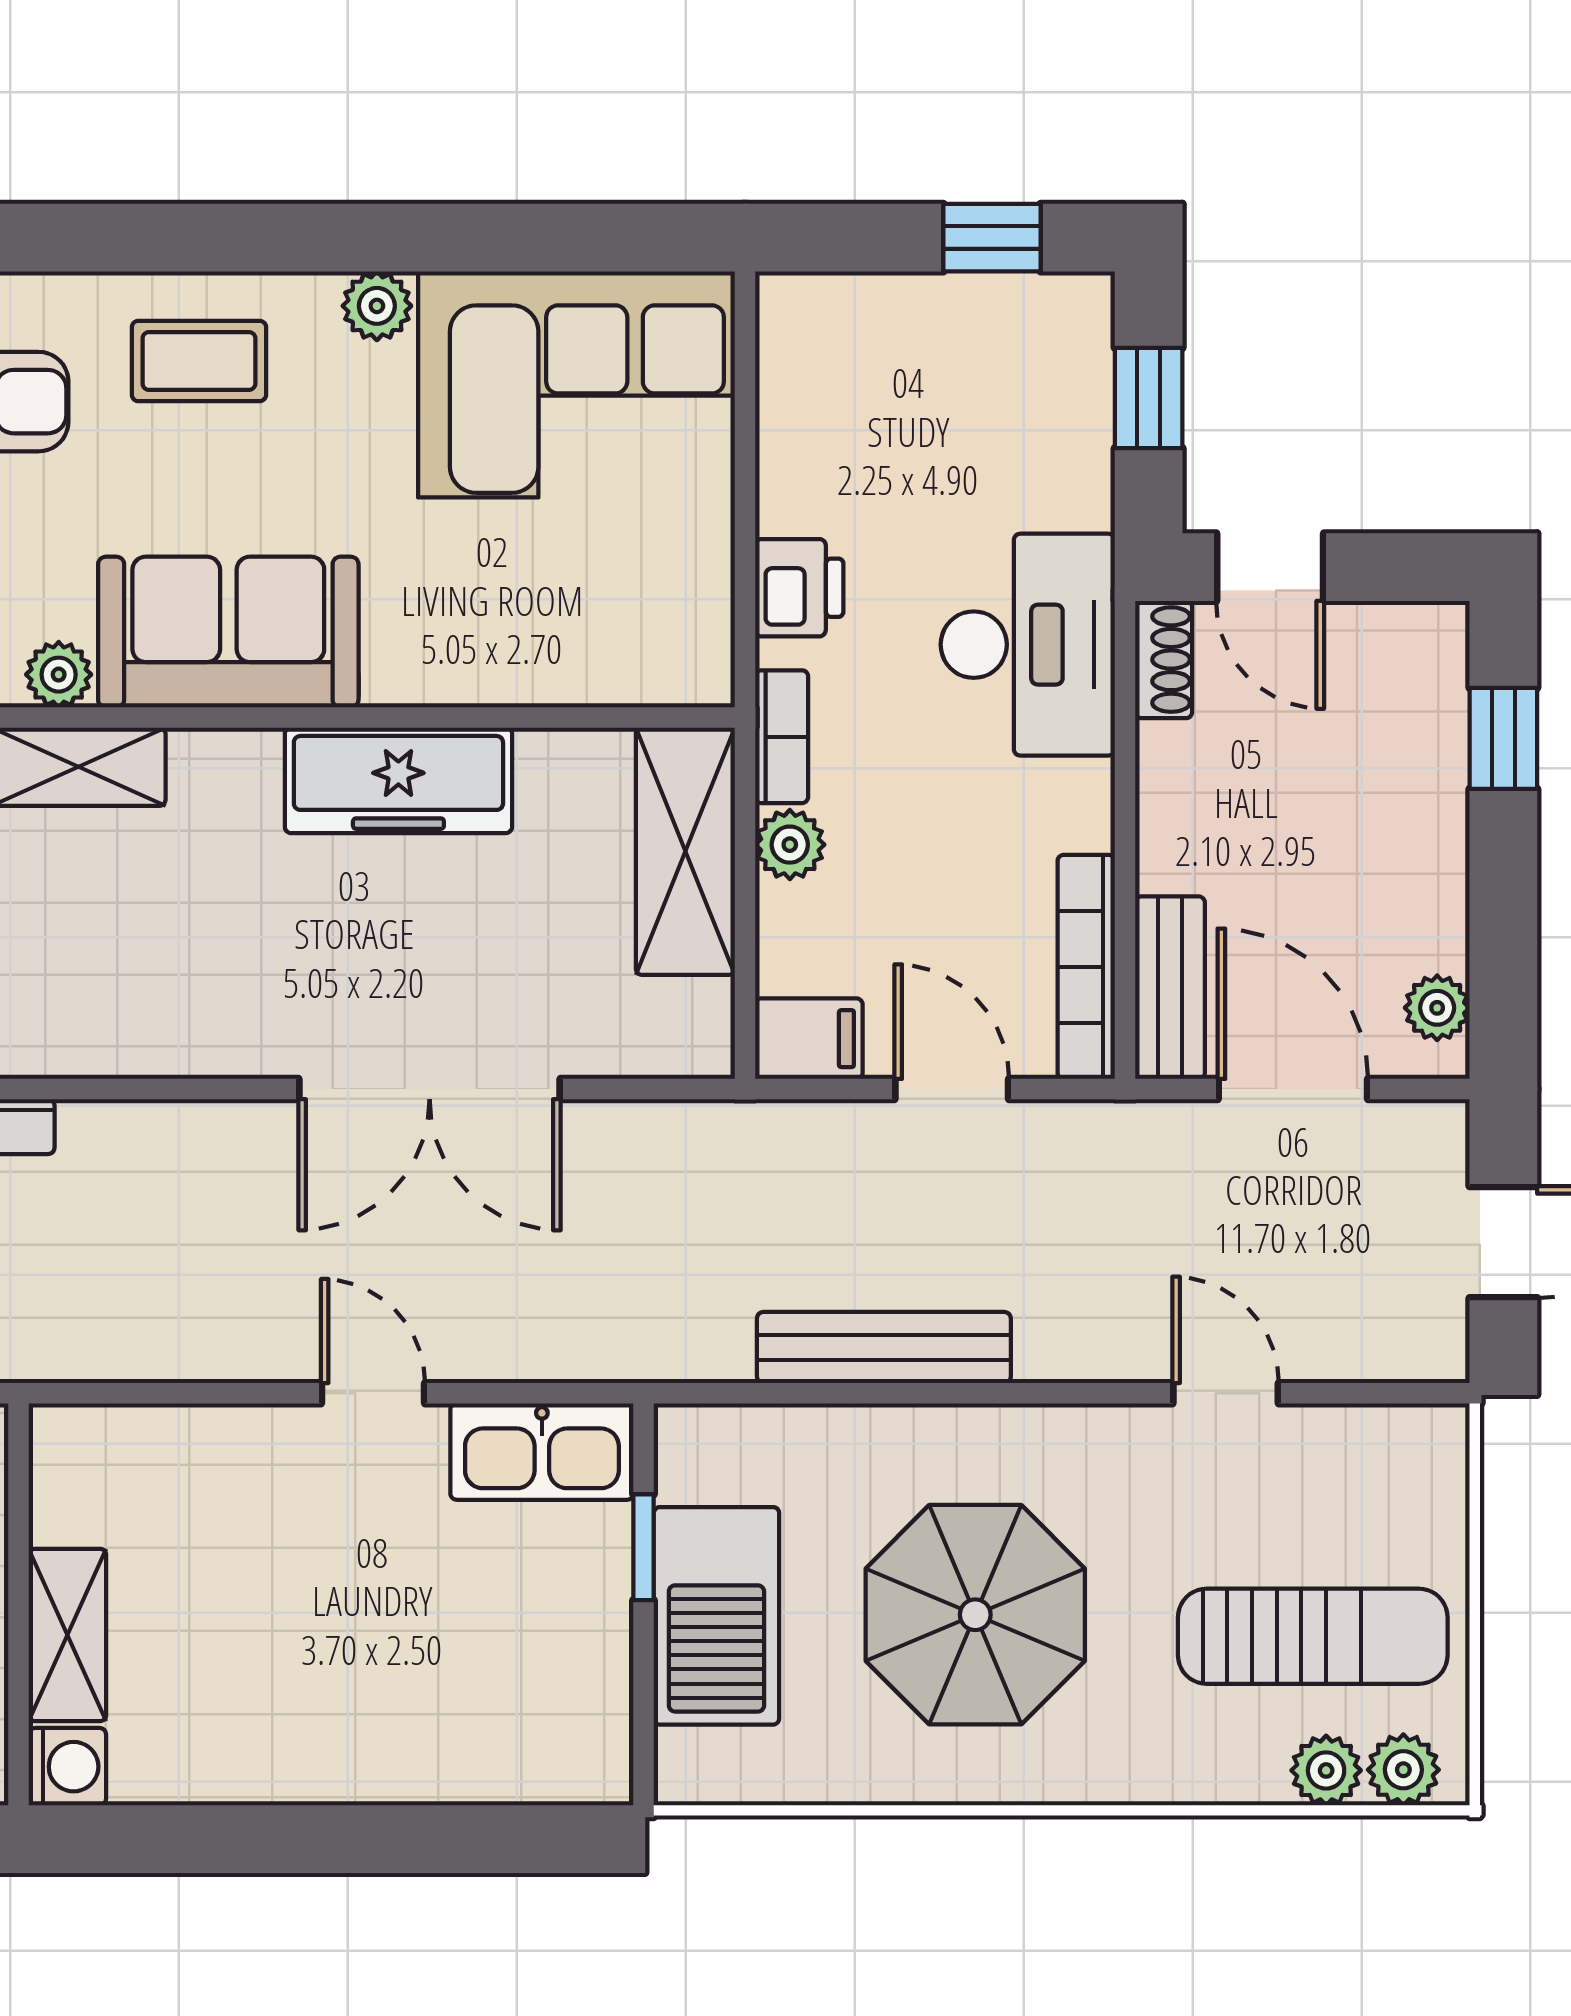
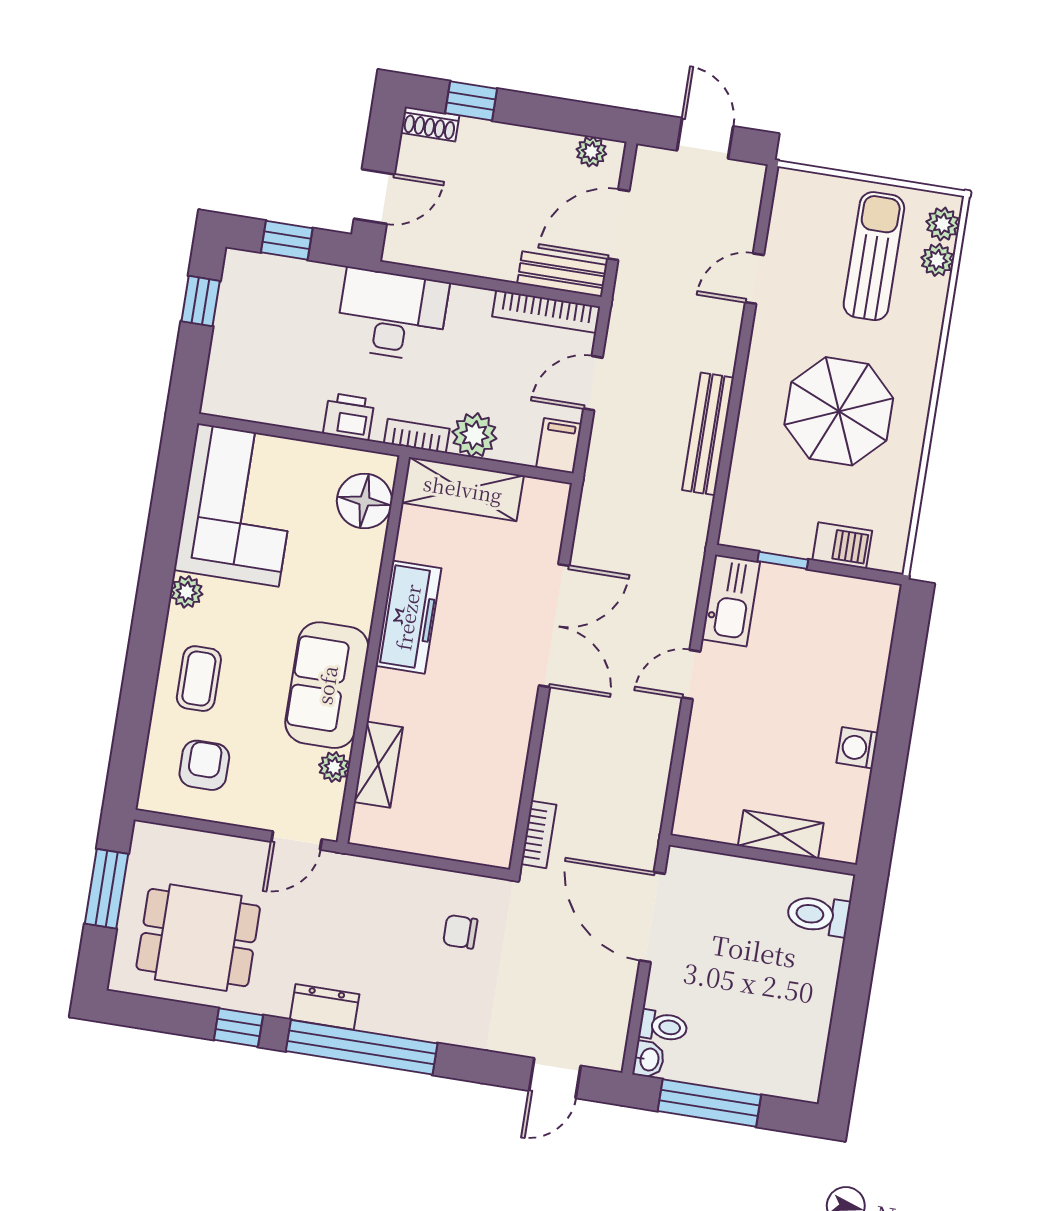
floor lamp: (627, 649) -> (364, 501), added
shoe rack: (1164, 660) -> (430, 124), moved, turned 180
plant: (790, 845) -> (474, 435), width x1.38, depth x1.38
barbecue: (716, 1616) -> (842, 545), width x0.53, depth x0.65
washing machine: (67, 1767) -> (857, 748), moved, turned -90

